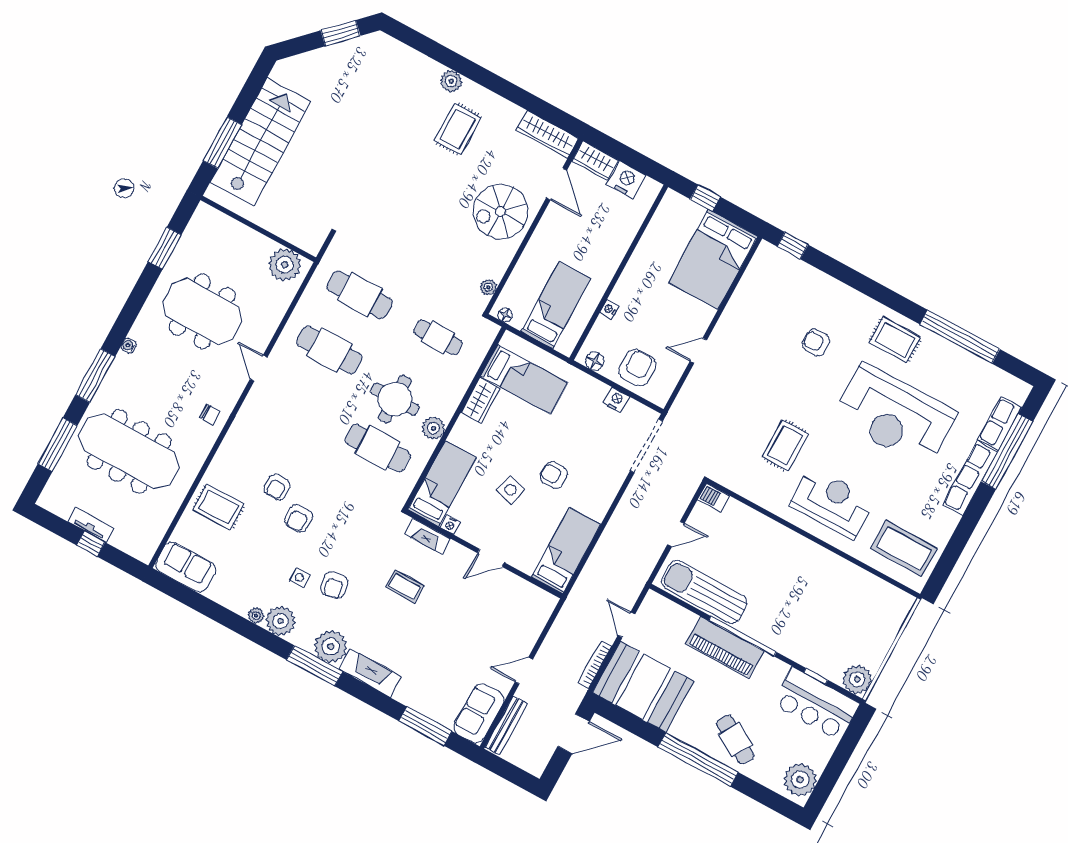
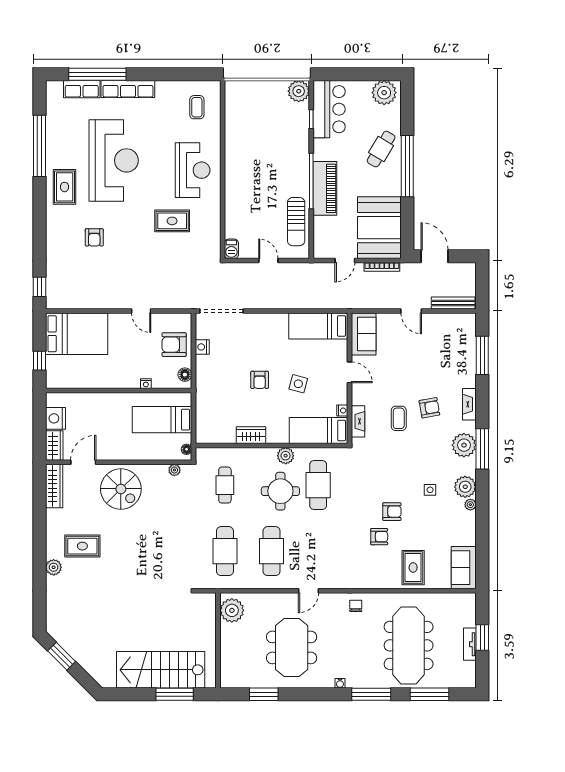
bed: (524, 379) -> (222, 414), removed
armchair: (554, 475) -> (260, 380), moved
reception desk: (832, 503) -> (193, 170), turned 180
window: (91, 544) -> (482, 638), width x1.50
coffee table: (904, 548) -> (197, 107), width x0.54, depth x0.58
armchair: (334, 585) -> (429, 408), moved
sun lounger: (704, 592) -> (296, 222), width x0.73, depth x0.75
fireplace: (370, 673) -> (469, 404), width x0.73, depth x0.76
sofa: (479, 713) -> (364, 334), moved, turned -90

